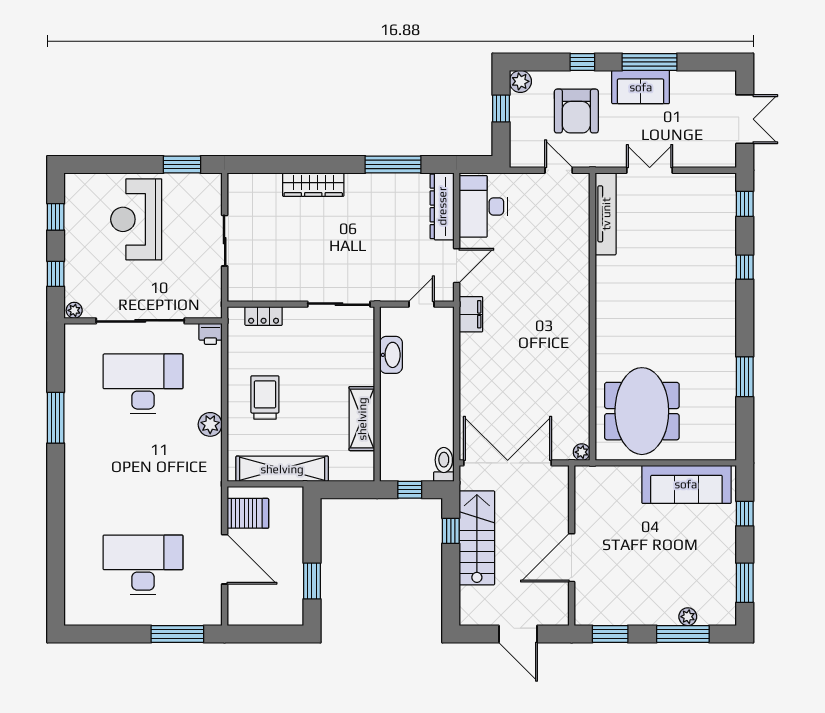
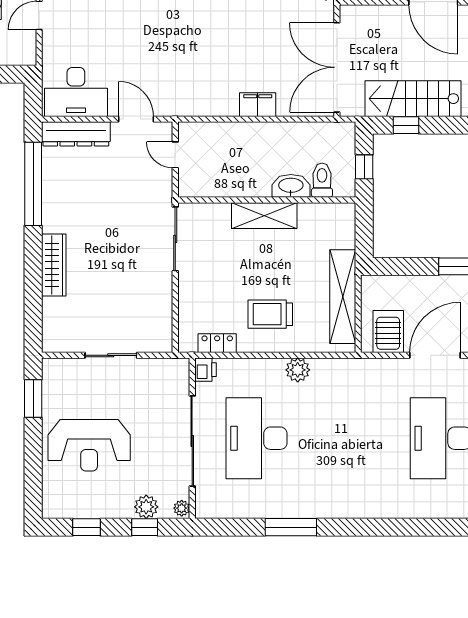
window: (393, 164) -> (33, 184), width x1.46
plant: (76, 275) -> (146, 507), added
filing cabinet: (471, 314) -> (258, 105), moved
locker: (264, 316) -> (217, 343), moved, turned -90
washbasin: (391, 355) -> (291, 186), moved
shelving: (362, 419) -> (264, 216), moved
toilet: (444, 464) -> (322, 180), moved, turned 90

